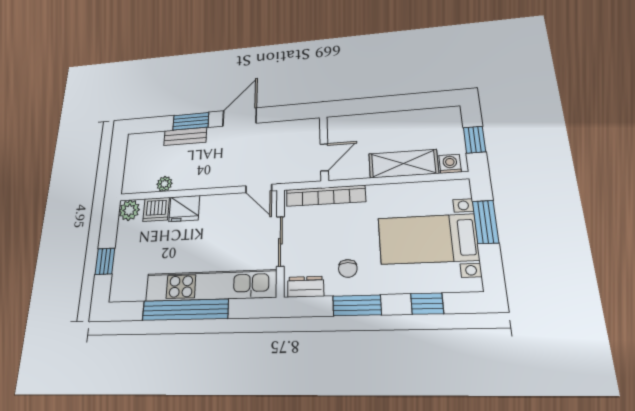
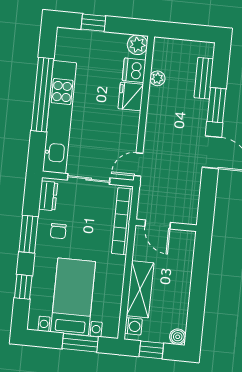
boiler: (452, 115) -> (178, 337), added
bench: (185, 136) -> (204, 78), moved
chair: (348, 268) -> (58, 231), turned -90

